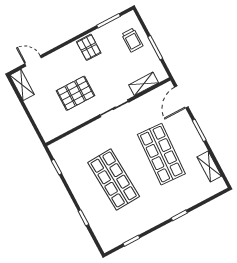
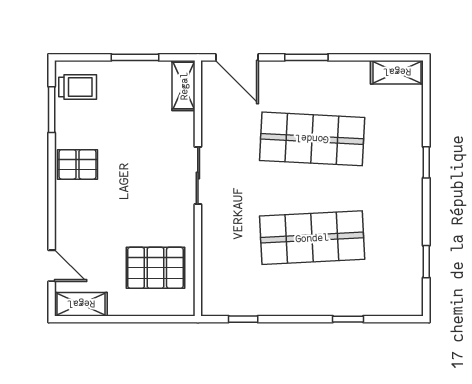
trolley: (132, 40) -> (78, 87), moved
door: (33, 61) -> (52, 266), swing flipped
shelving: (144, 84) -> (184, 86), moved
pallet: (76, 93) -> (155, 268), moved, turned 90
shelving: (209, 167) -> (397, 72), moved

